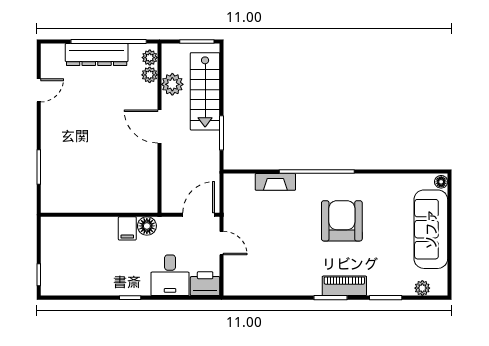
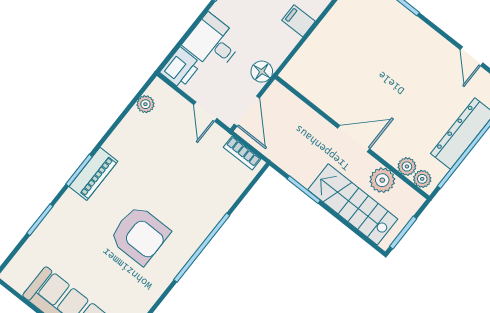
fireplace: (275, 182) -> (222, 203), removed
bookcase: (230, 195) -> (242, 153), added
floor lamp: (147, 226) -> (262, 72), moved
filing cabinet: (127, 228) -> (298, 21), moved
door: (222, 243) -> (205, 112), hinge flipped
piano: (344, 286) -> (93, 174), moved
plant: (422, 288) -> (145, 104), moved

